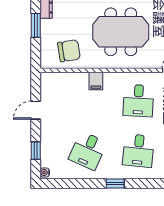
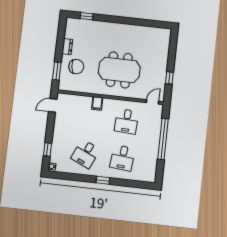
window: (36, 25) -> (57, 71), moved
chair: (69, 51) -> (76, 67), moved
door: (36, 110) -> (53, 105), moved

